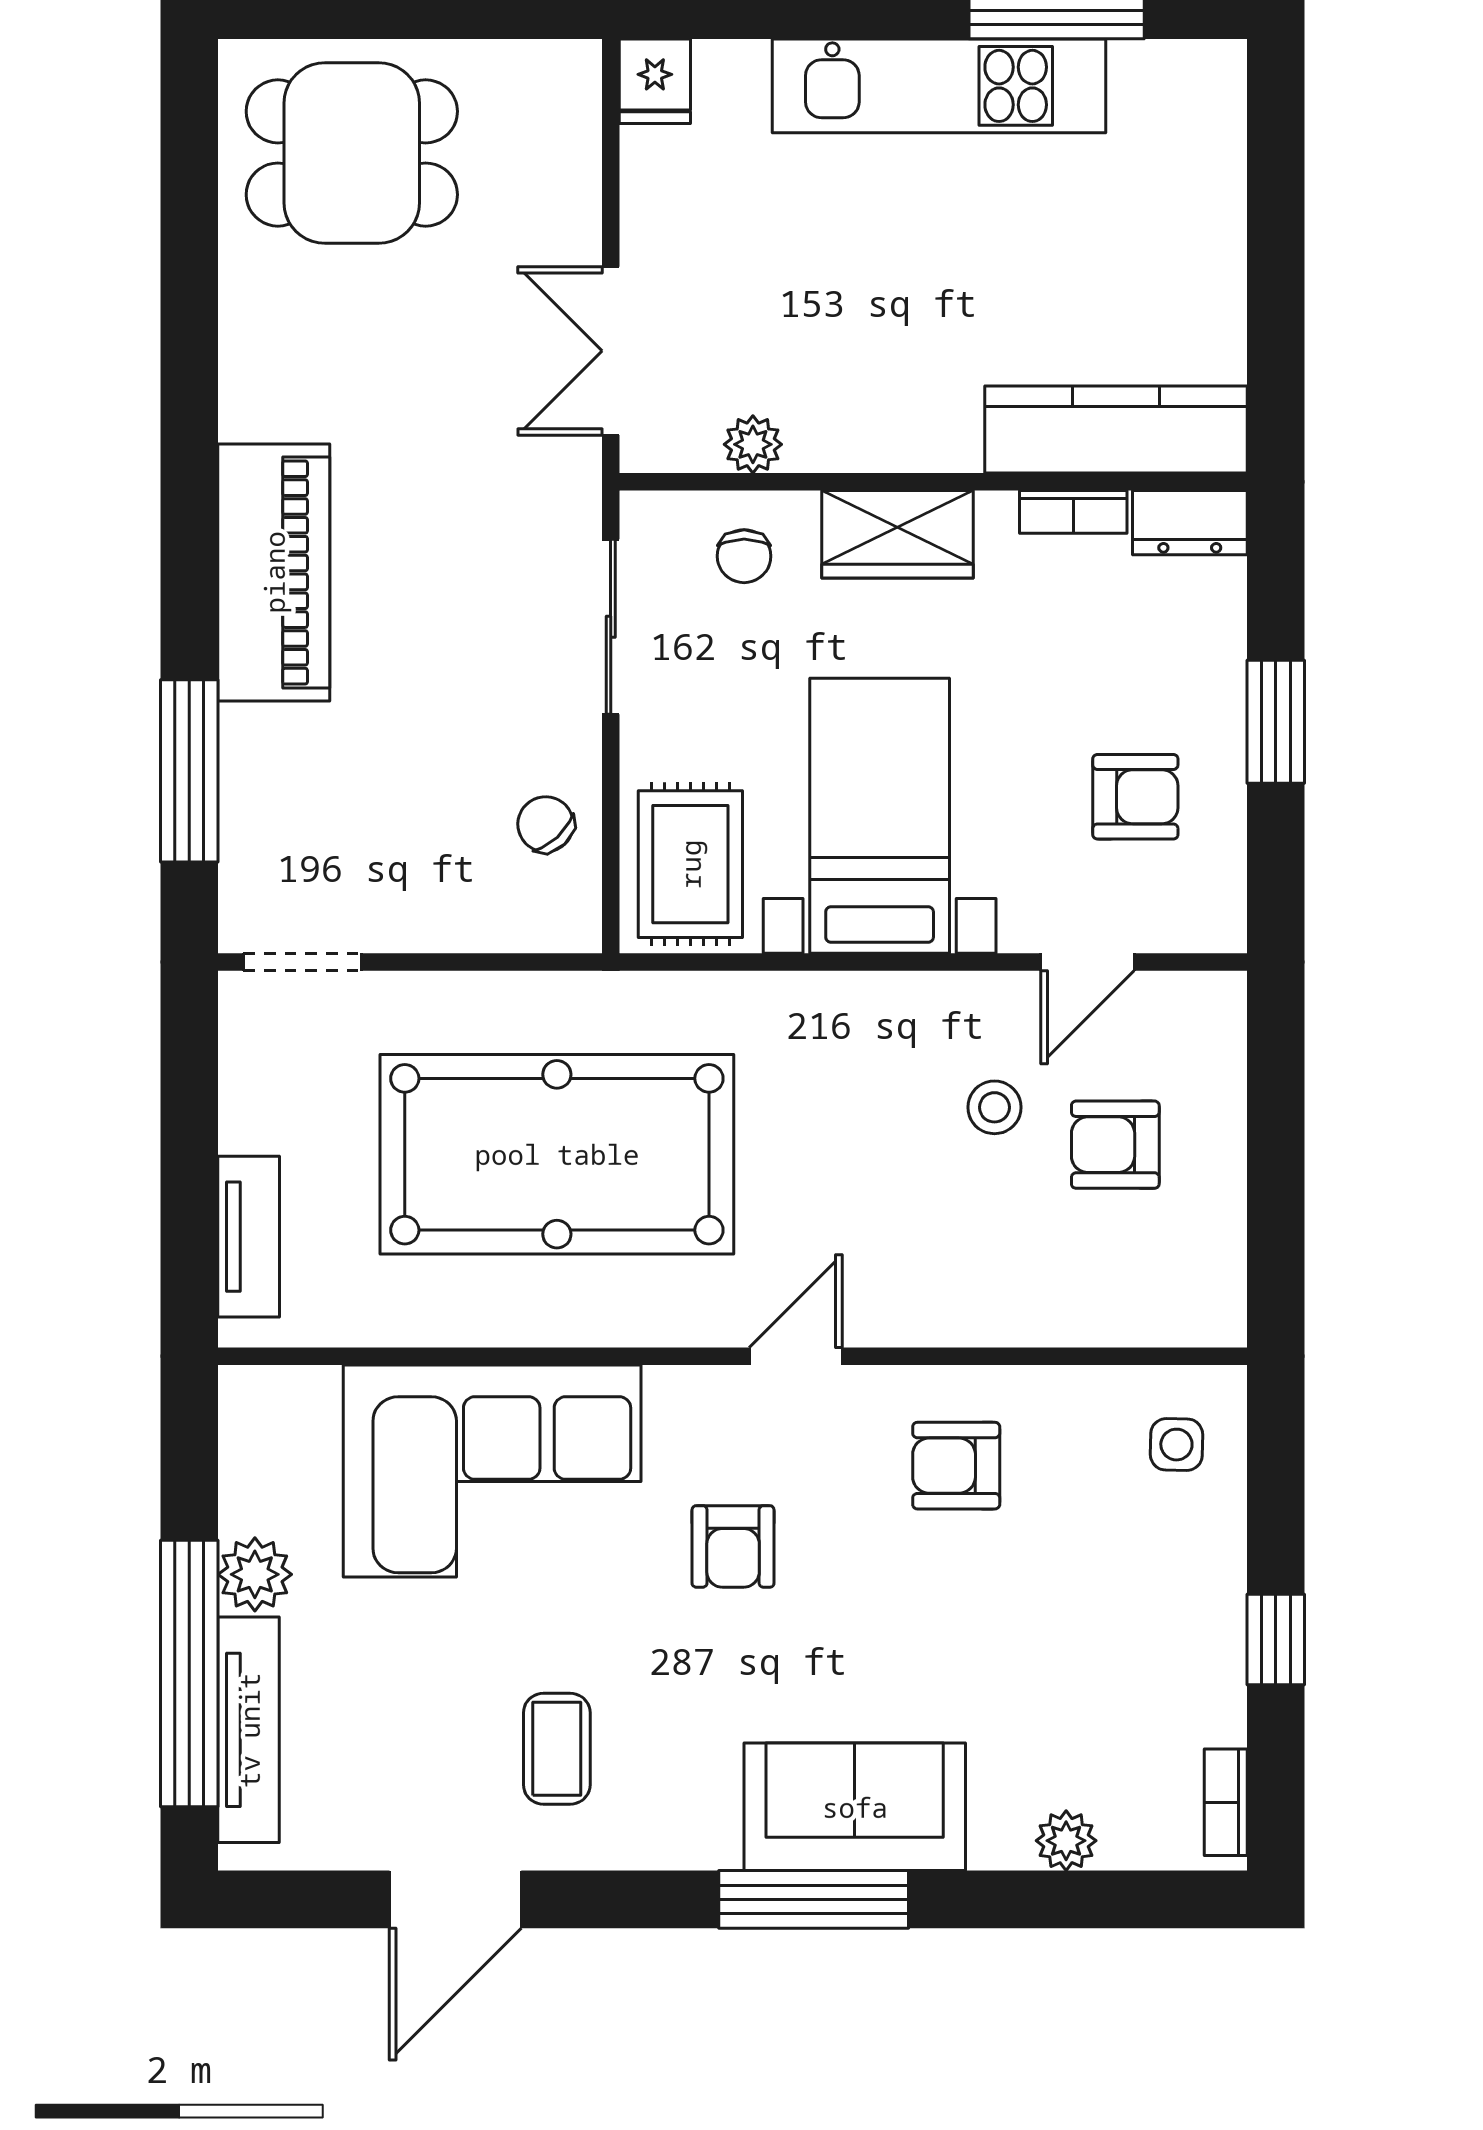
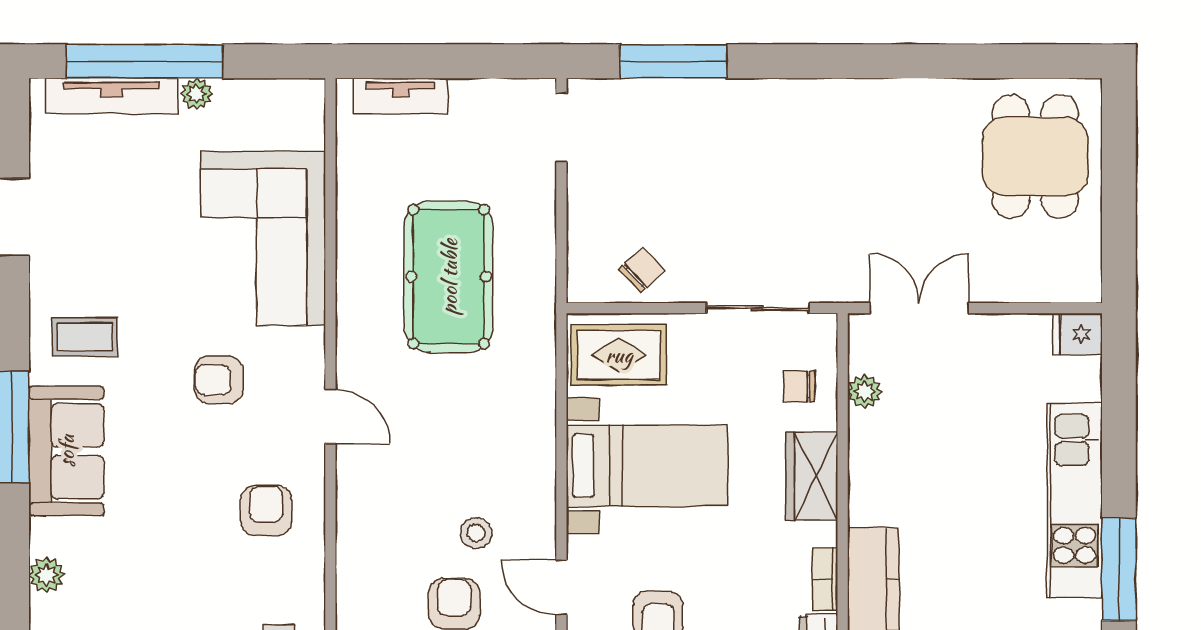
piano: (274, 572) -> (790, 111), removed
pool table: (557, 1154) -> (449, 277), width x0.73, depth x0.76
plant: (255, 1574) -> (197, 94), width x0.73, depth x0.73
coffee table: (557, 1749) -> (85, 337), moved

